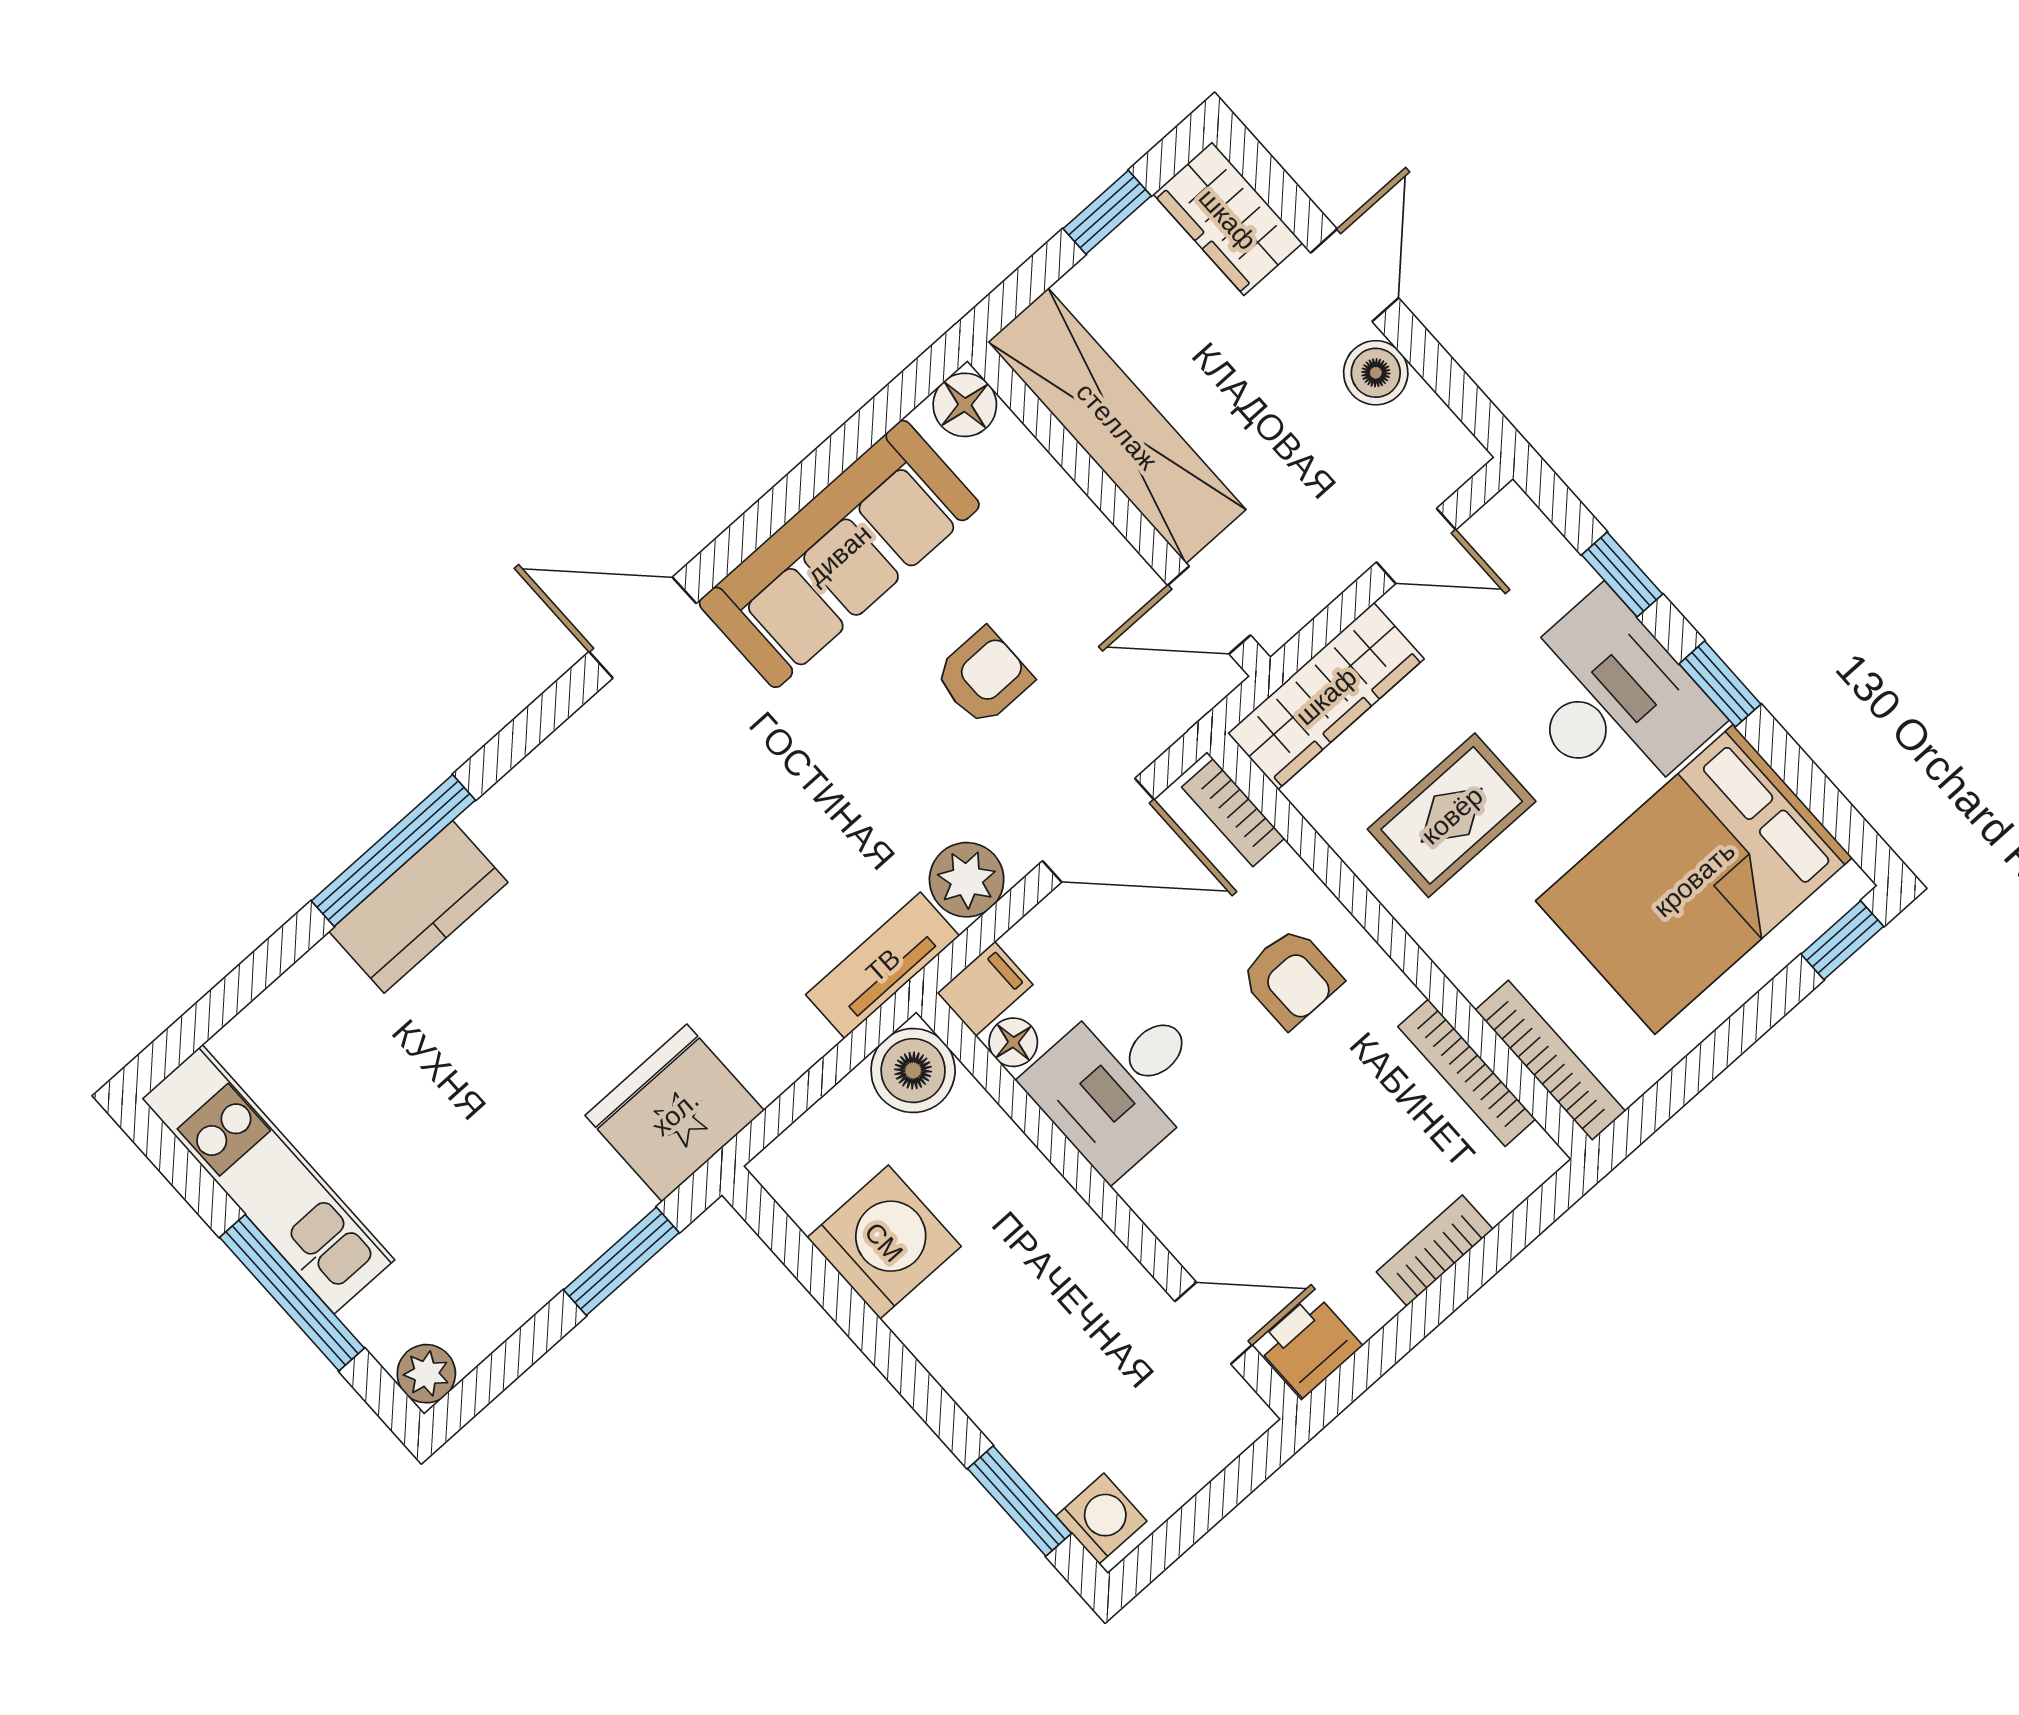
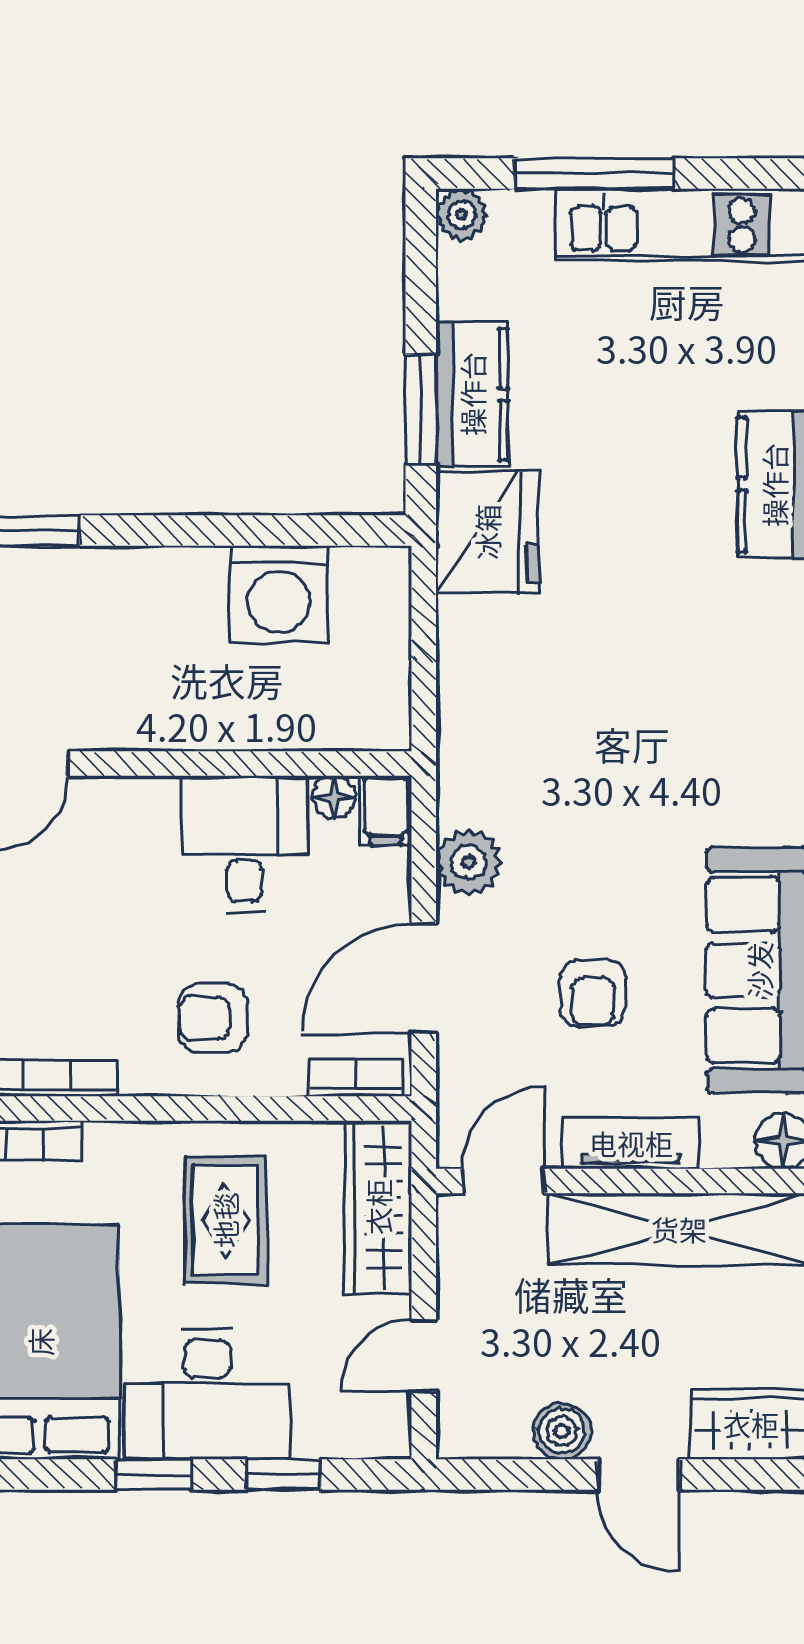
tv unit: (883, 965) -> (631, 1143), moved, turned -90
boiler: (913, 1071) -> (374, 714), removed
kitchen counter: (570, 1229) -> (472, 394), added

